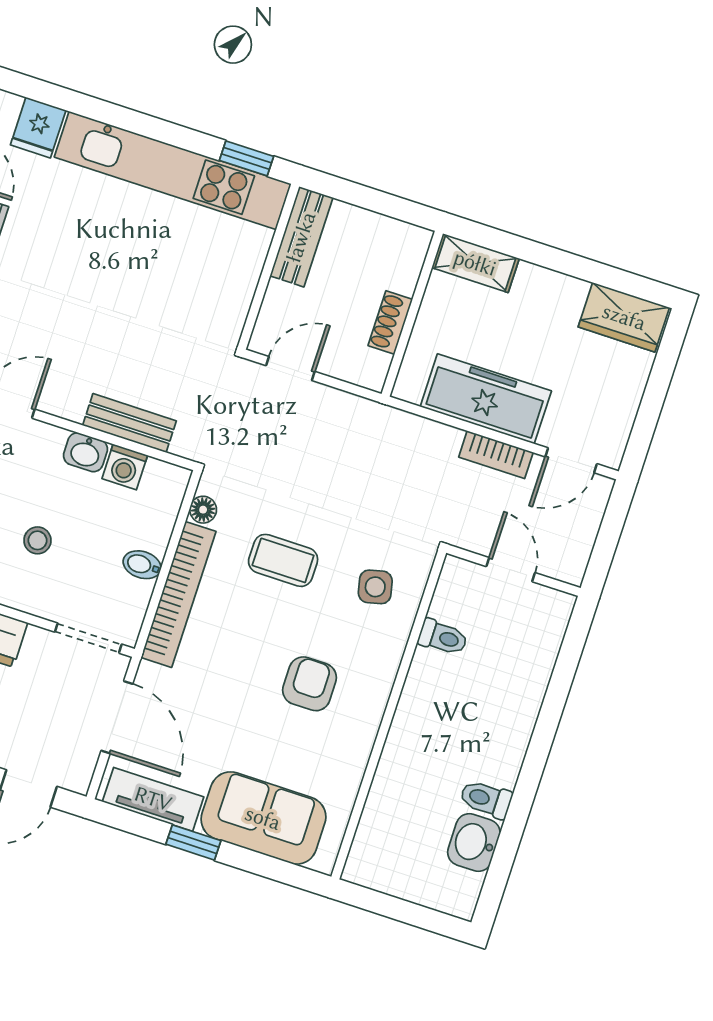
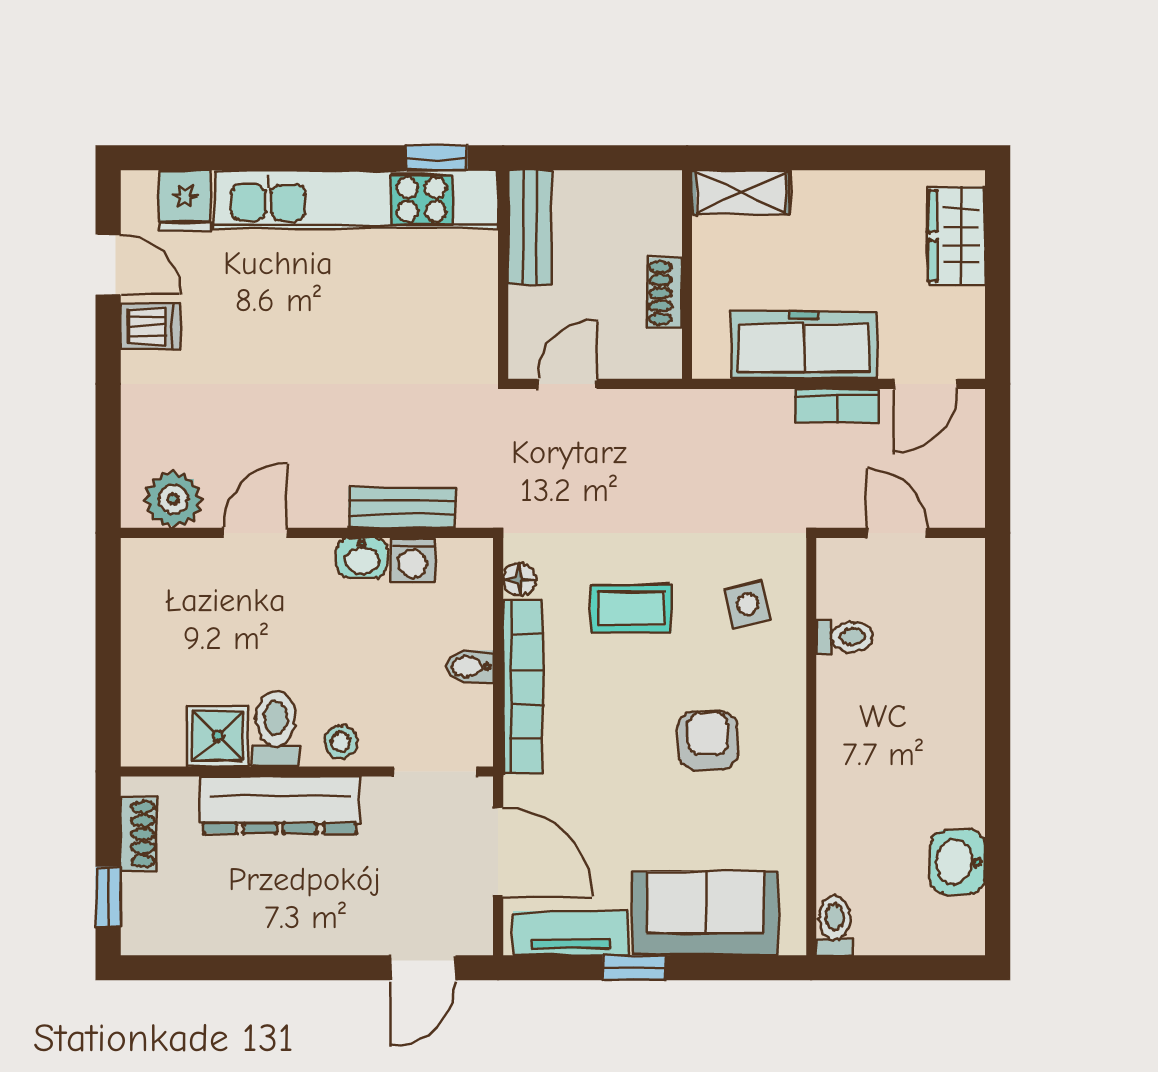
wardrobe: (624, 317) -> (957, 236), moved, turned 90
stool: (37, 540) -> (341, 742), moved
toilet: (486, 799) -> (835, 925), moved, turned 90

